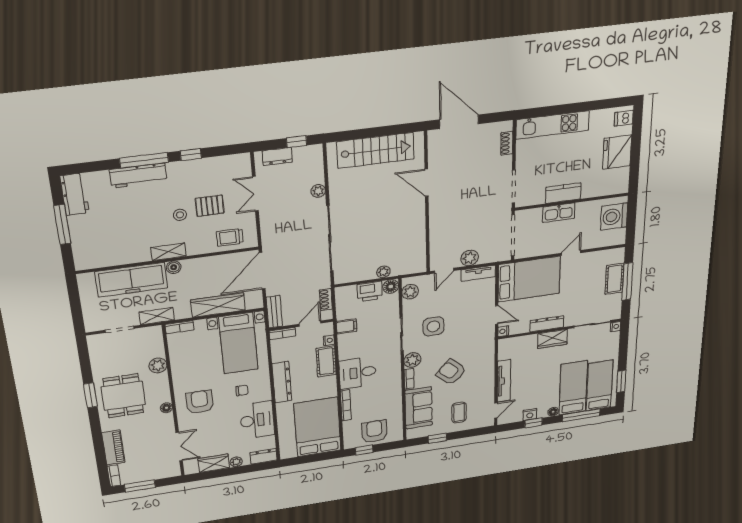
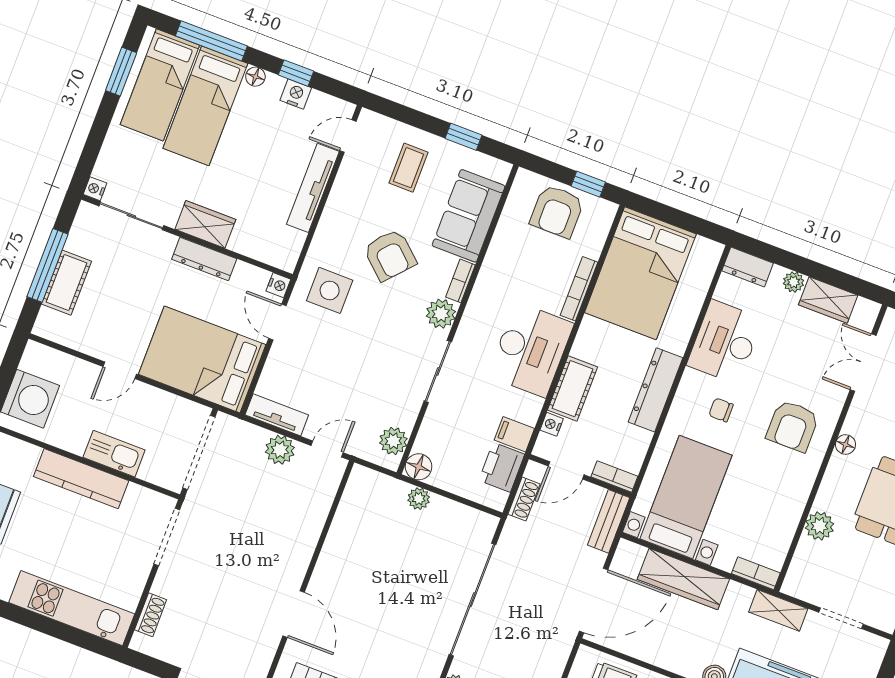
kitchen counter: (563, 193) -> (81, 479), width x1.50
printer: (370, 292) -> (502, 467), moved, turned -90
side table: (433, 326) -> (330, 290), moved
desk: (358, 373) -> (531, 350), width x1.37

